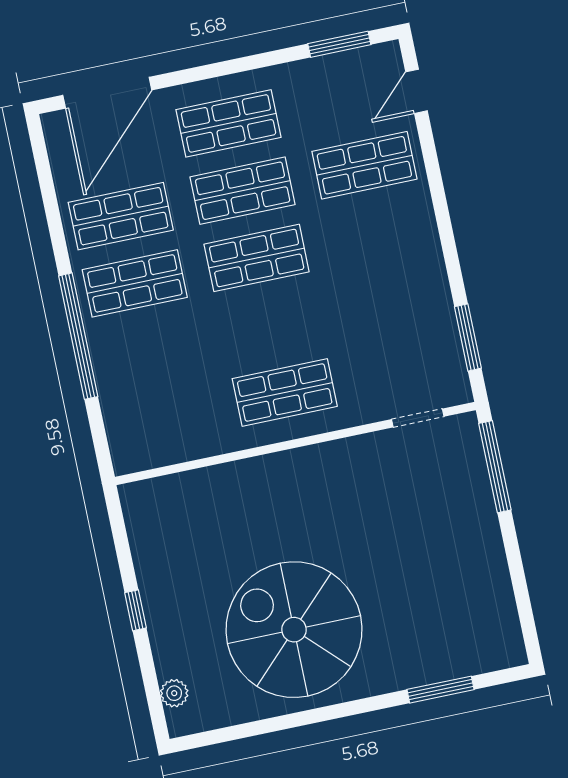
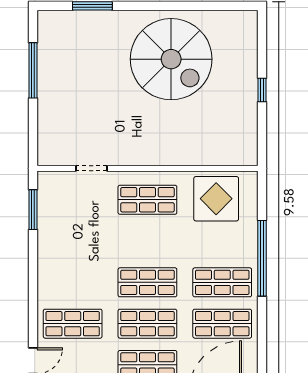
display table: (173, 418) -> (216, 199), added
doorway: (418, 418) -> (92, 168), moved
window: (495, 467) -> (33, 70), moved
plant: (174, 693) -> (249, 36), removed

